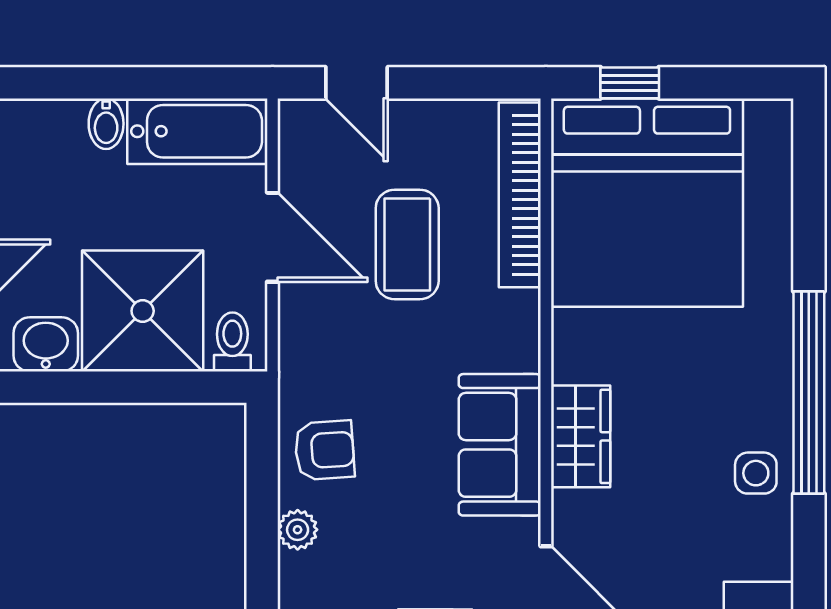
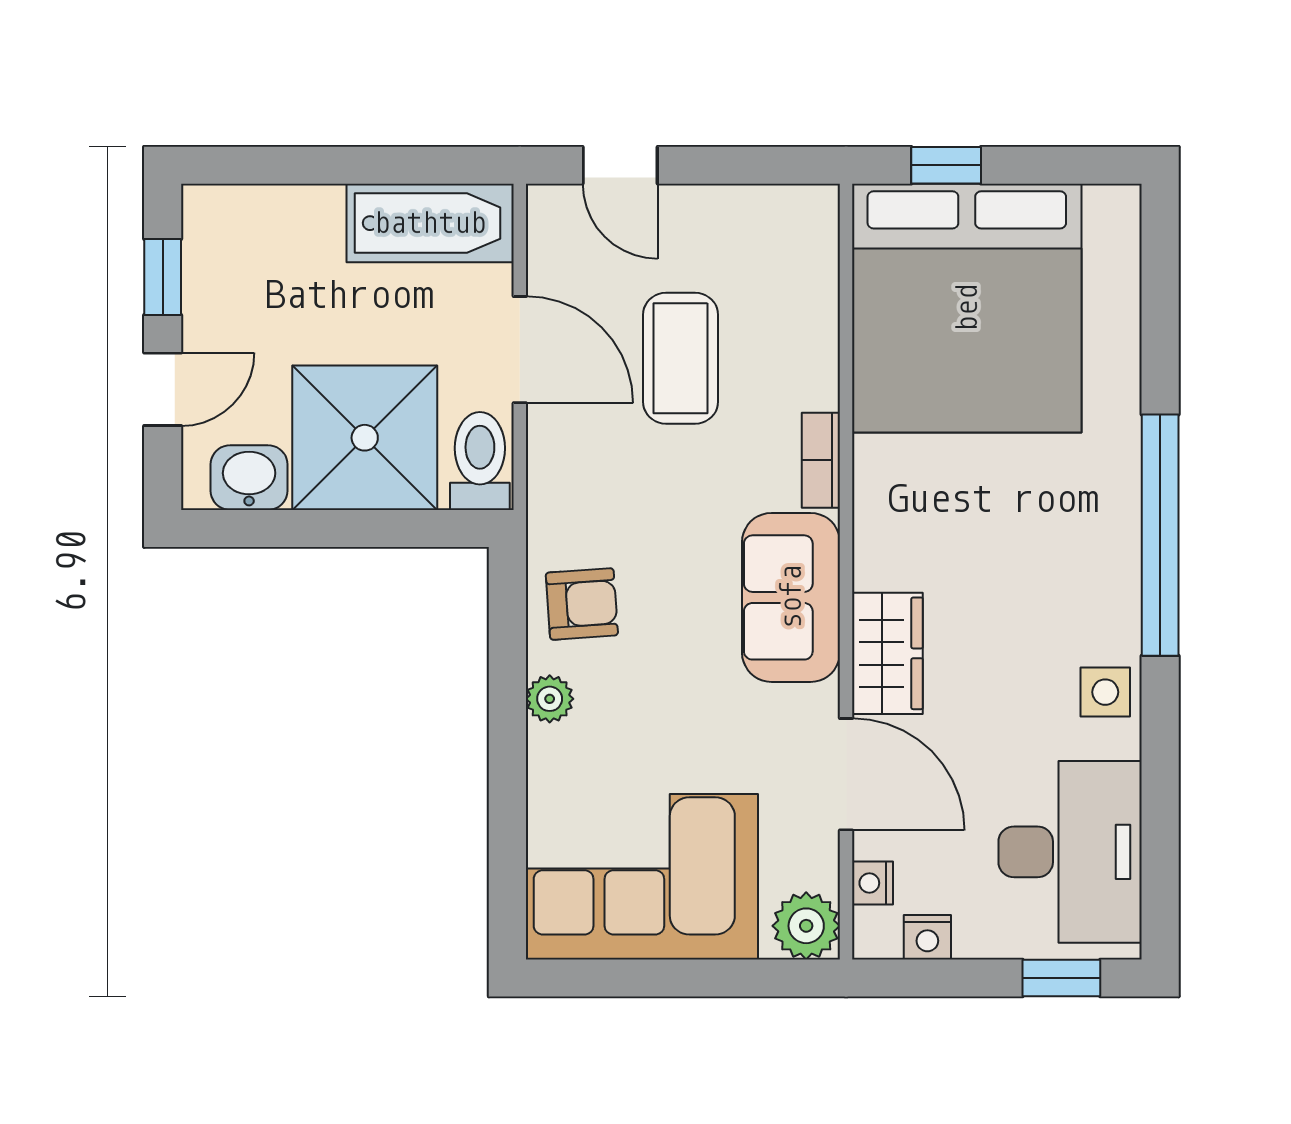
bidet: (106, 124) -> (321, 214), removed
bookcase: (520, 195) -> (821, 460), moved, width x0.43, depth x0.76
toilet: (232, 342) -> (480, 461), width x1.37, depth x1.39
wardrobe: (581, 436) -> (887, 653), moved
side table: (756, 473) -> (1105, 692), moved

